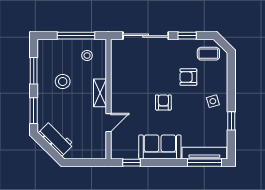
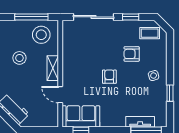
stool: (87, 56) -> (41, 35), width x1.89, depth x1.89
door: (108, 123) -> (60, 95), swing flipped
sofa: (160, 147) -> (81, 116), moved
tv unit: (204, 153) -> (140, 122), width x0.71

